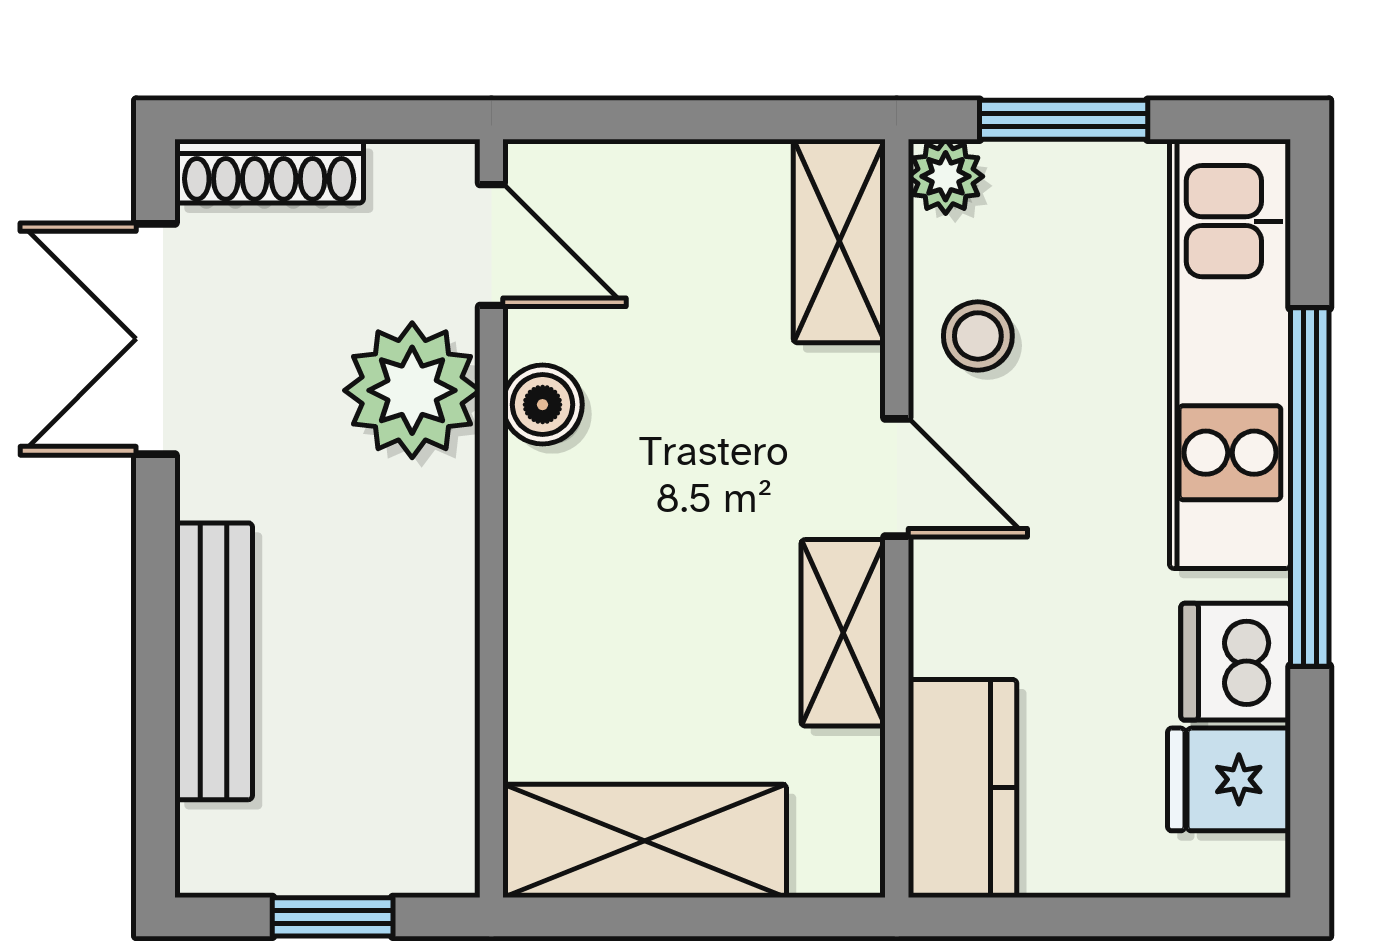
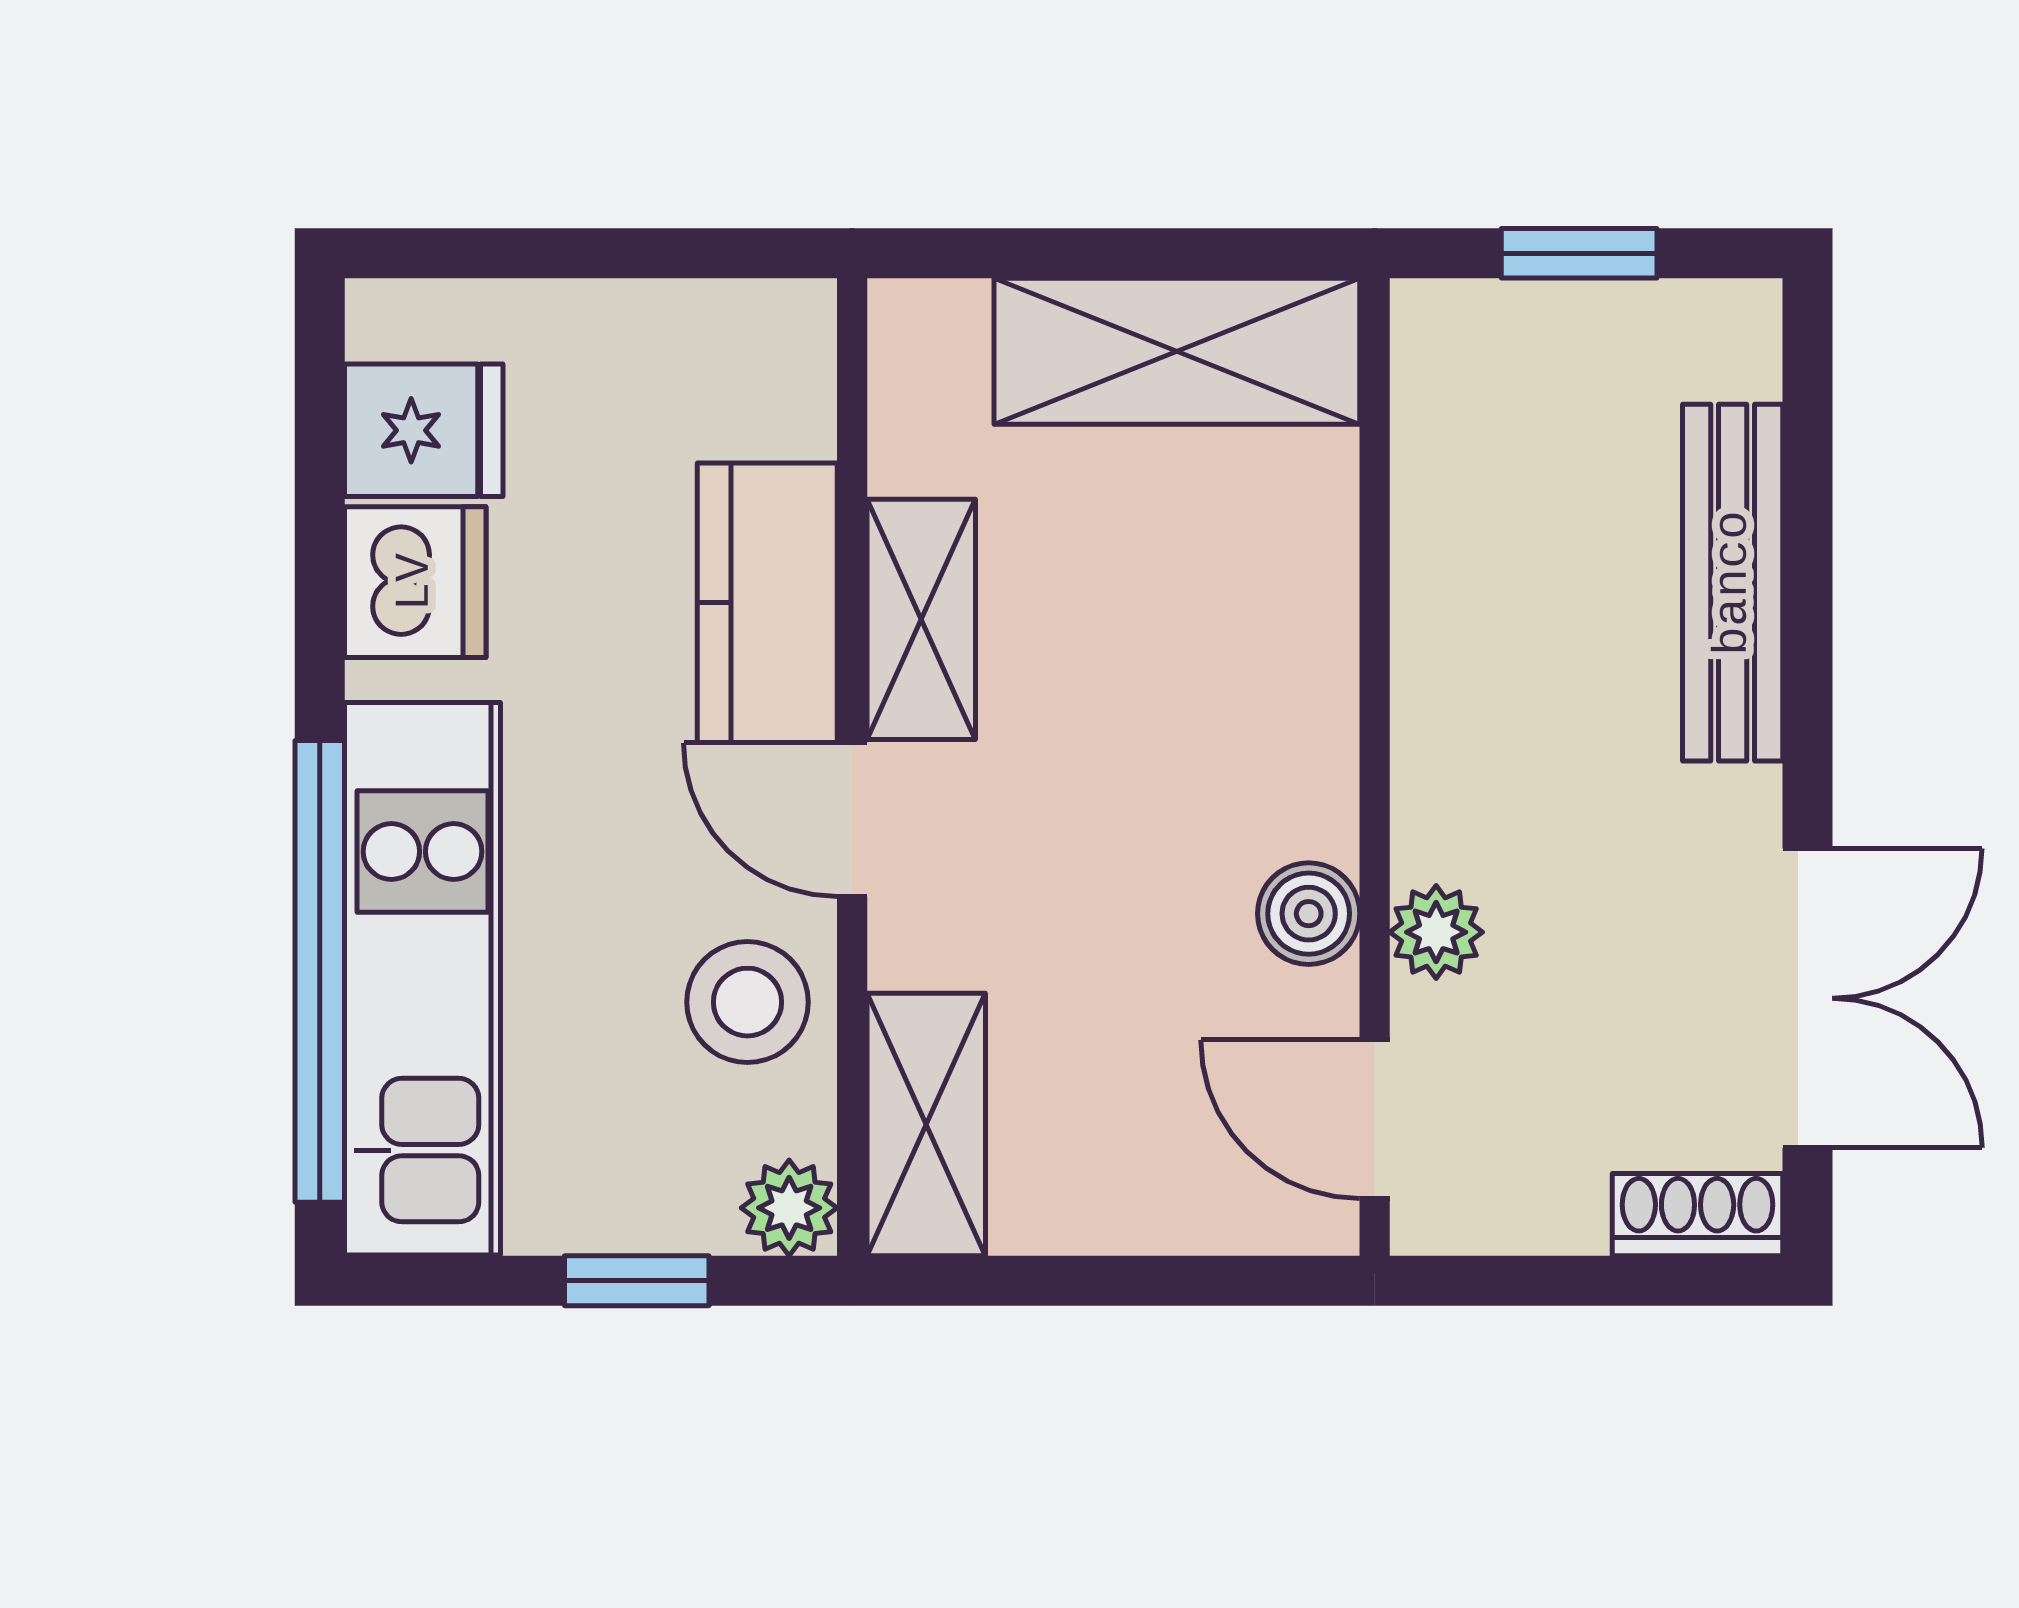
window: (1064, 120) -> (637, 1281), width x0.67
shoe rack: (269, 171) -> (1698, 1215), width x0.70
stool: (978, 336) -> (747, 1002), width x1.37, depth x1.37
plant: (412, 390) -> (1436, 932), width x0.53, depth x0.53
window: (1310, 487) -> (320, 971), moved
kitchen counter: (963, 788) -> (767, 603), moved

